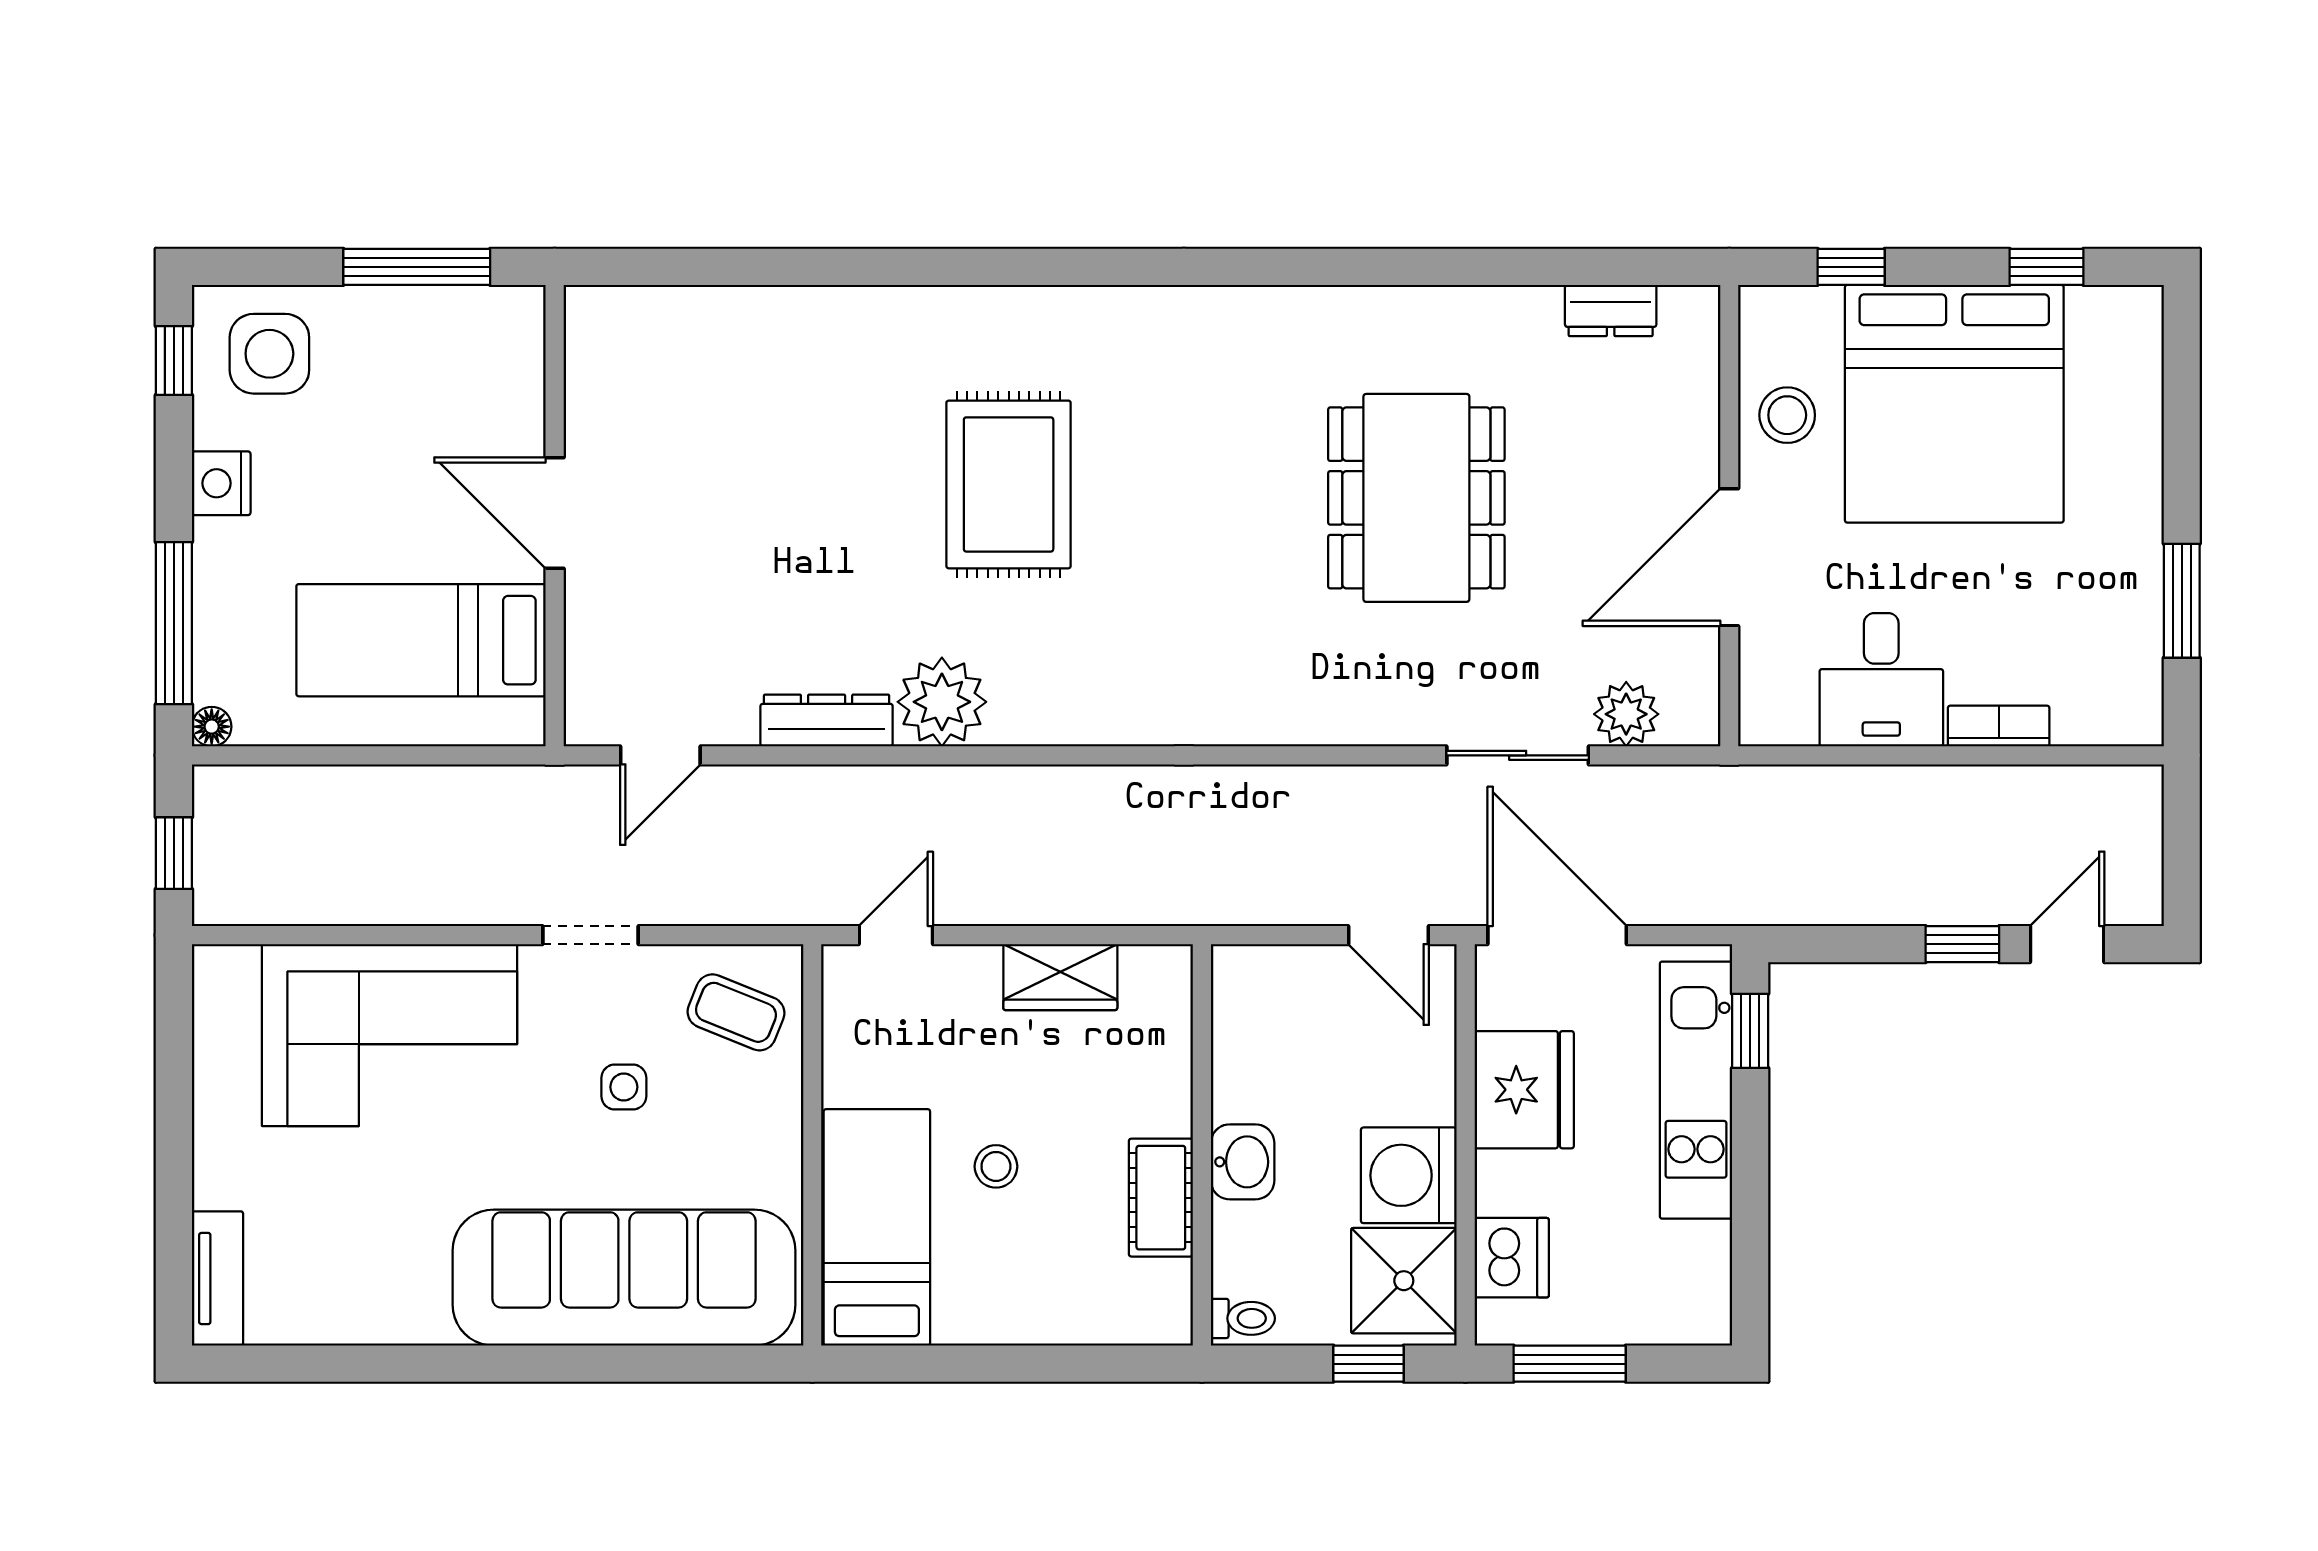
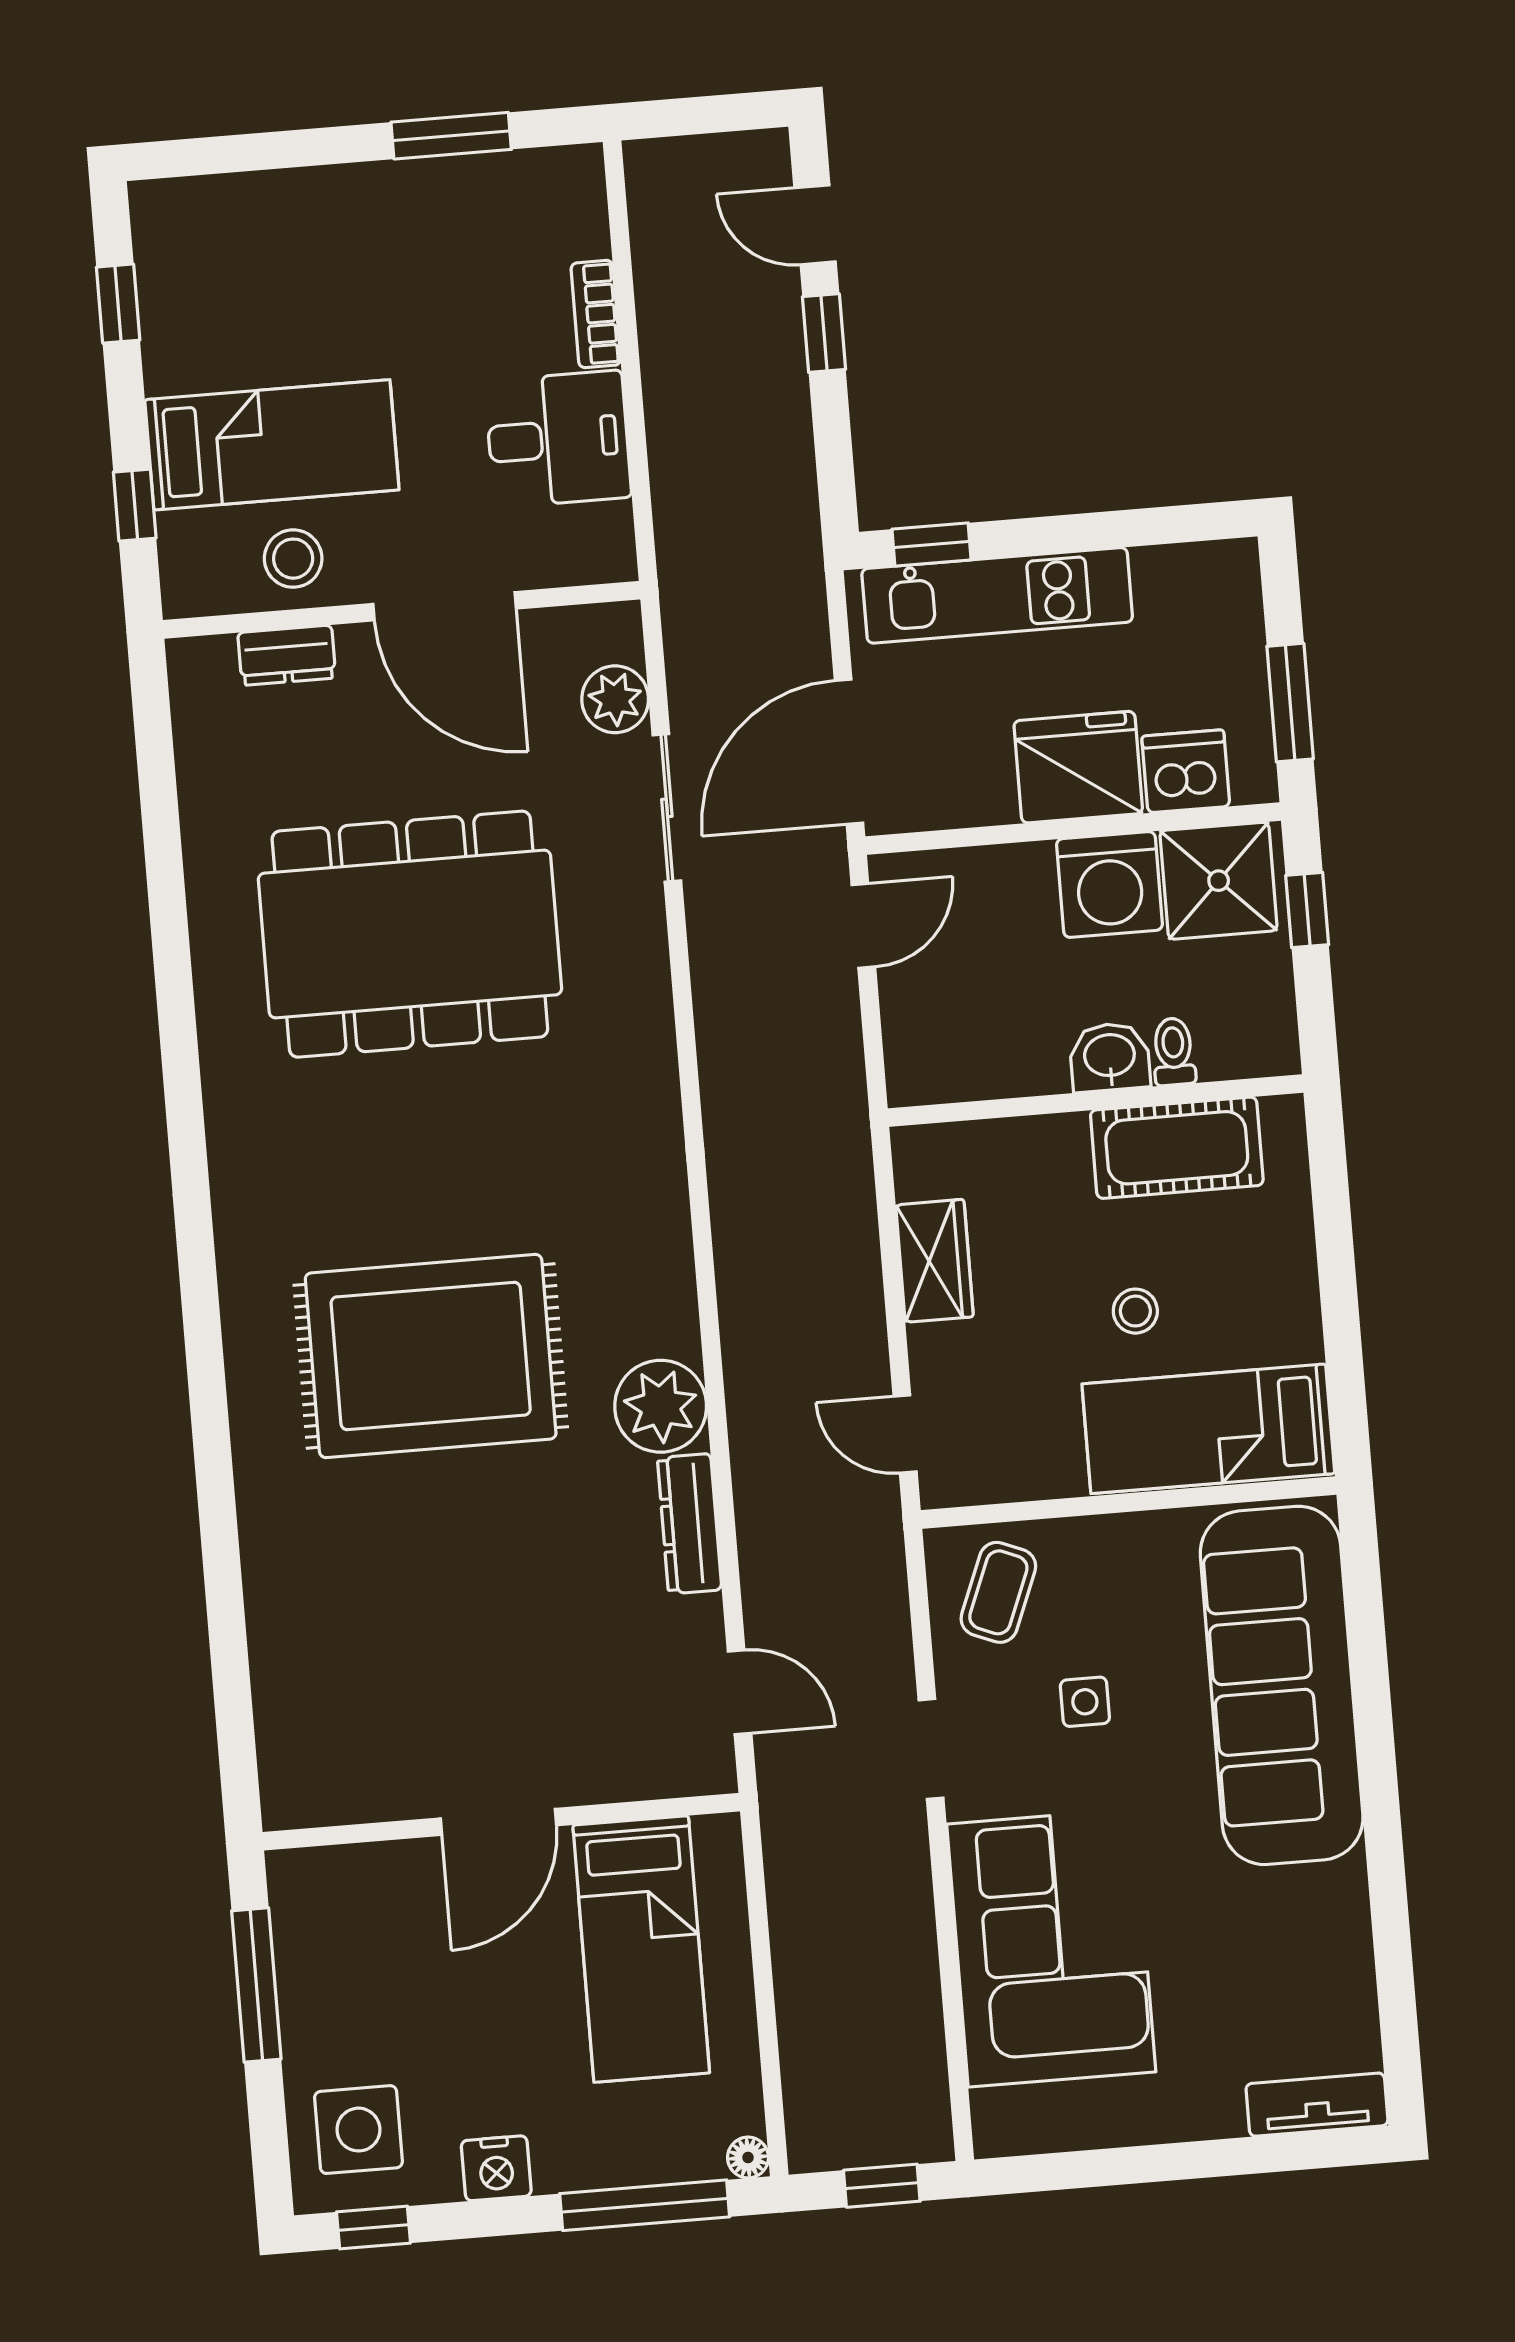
dresser: (1611, 310) -> (287, 655), moved, turned 90
bed: (1954, 404) -> (272, 445), width x0.49
rug: (1009, 484) -> (431, 1356), width x1.37, depth x1.44
dining table: (1416, 498) -> (410, 934), width x1.36, depth x1.24
fridge: (1524, 1090) -> (1078, 767), moved
cot: (1161, 1198) -> (1177, 1148), width x1.37, depth x1.34
toilet: (1243, 1318) -> (1174, 1052), moved

